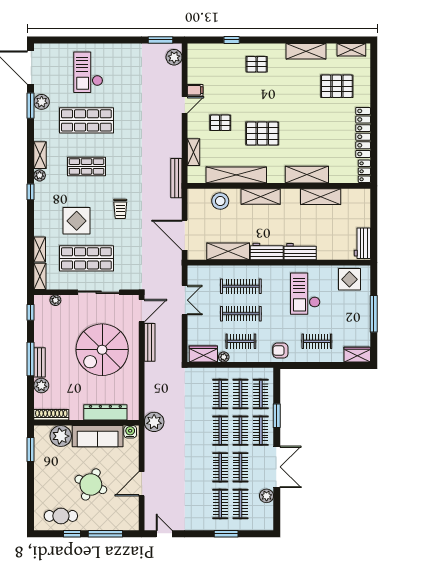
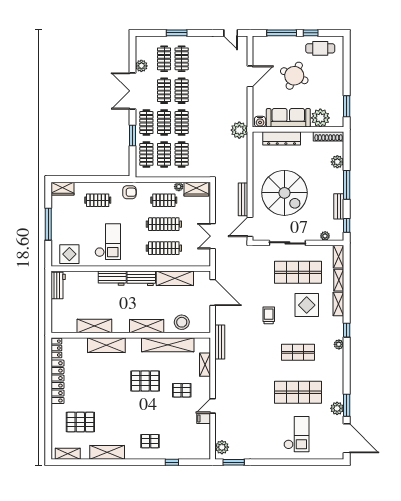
shelving: (40, 155) -> (338, 304), moved
spiral stairs: (102, 350) -> (284, 193), turned 90
bench: (40, 362) -> (339, 206), moved

